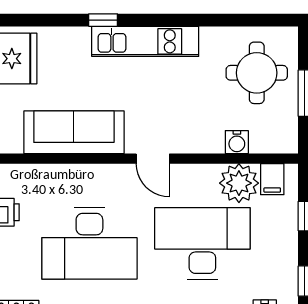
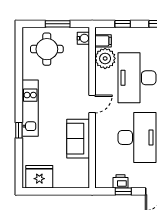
sofa: (74, 132) -> (78, 139), width x0.73
water cooler: (237, 142) -> (83, 38), moved

